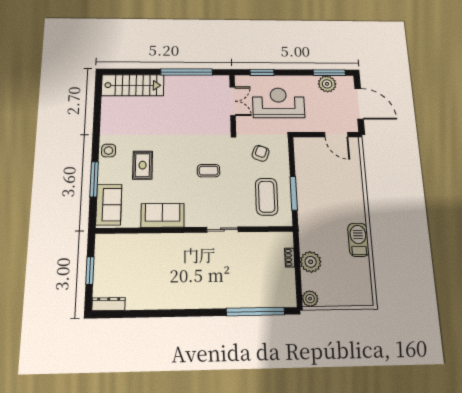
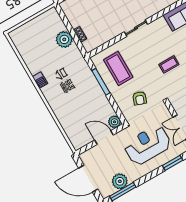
reception desk: (279, 103) -> (147, 145), turned 180
door: (336, 135) -> (104, 137), moved
barbecue: (358, 240) -> (40, 80), width x0.53, depth x0.65
plant: (310, 299) -> (114, 122), moved

